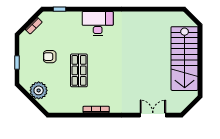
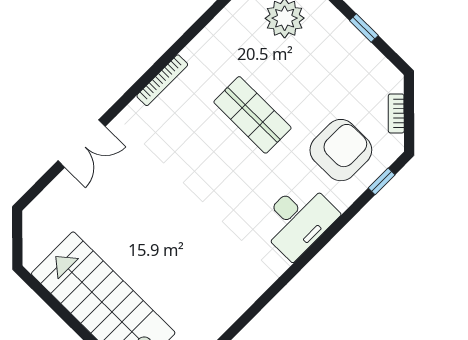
armchair: (50, 57) -> (341, 150), moved, width x1.88, depth x1.88
double door: (153, 115) -> (82, 144), moved

